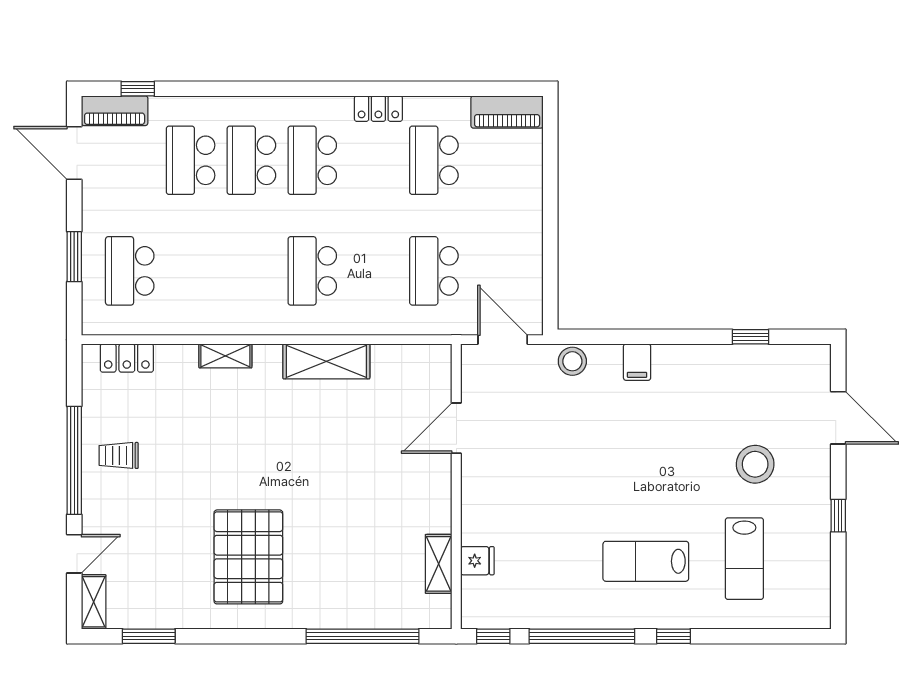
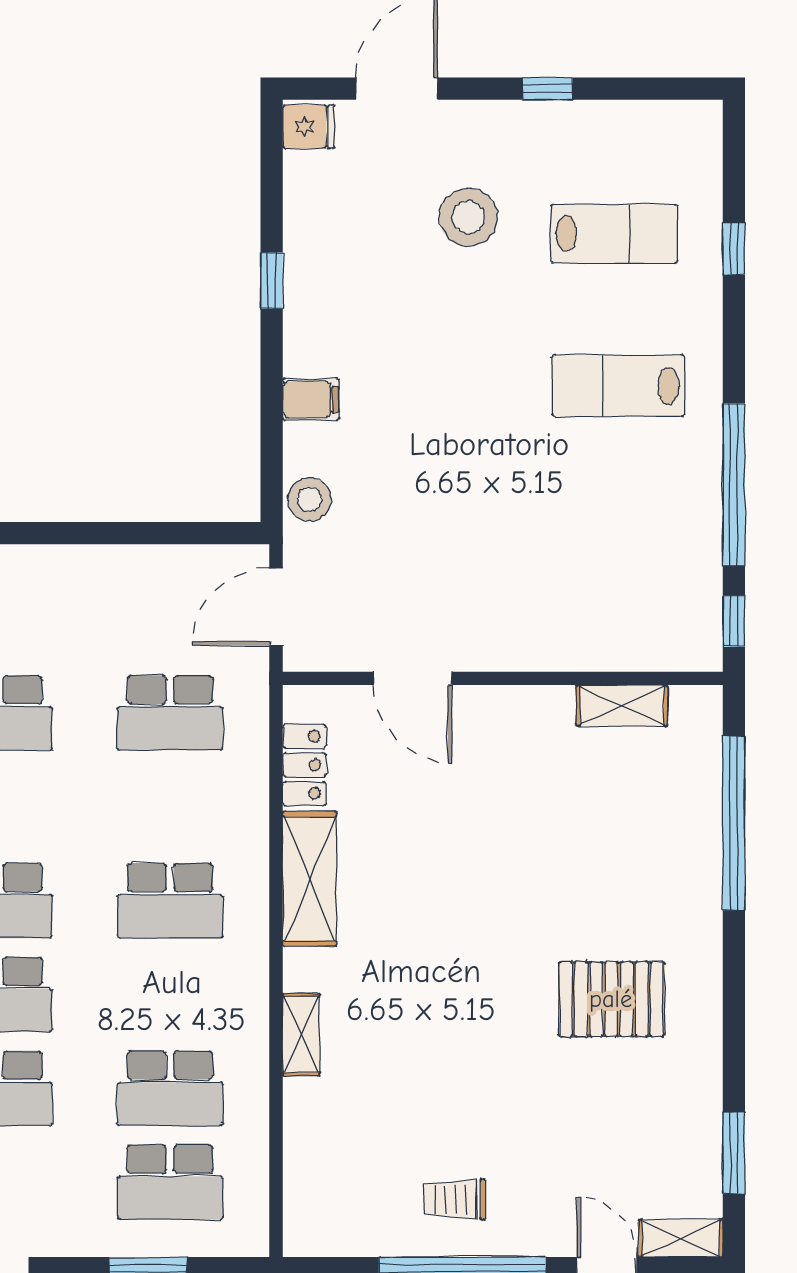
school desk: (191, 271) -> (170, 1088), added
window: (751, 337) -> (272, 281), moved
locker: (127, 358) -> (304, 765), moved
trolley: (119, 455) -> (455, 1199), turned 90
pallet: (248, 557) -> (611, 999), width x0.73, depth x0.71
fridge: (477, 561) -> (309, 127), moved, turned 90
lab bench: (646, 561) -> (618, 386), turned 90
window: (674, 636) -> (734, 249), moved

